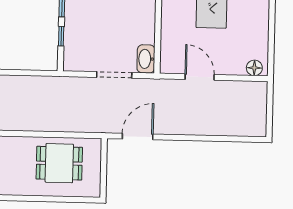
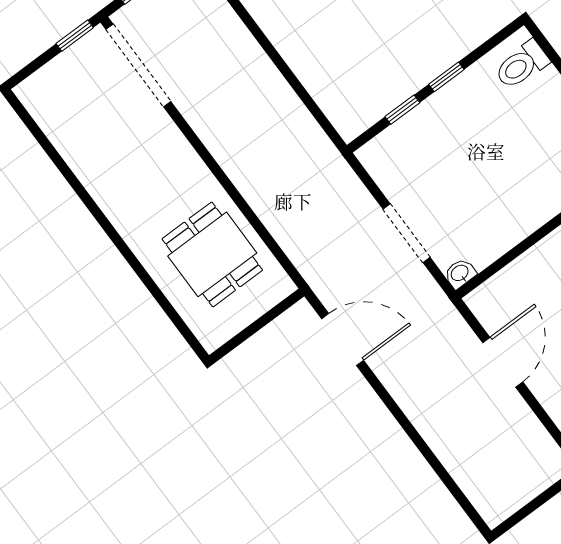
washbasin: (146, 59) -> (460, 273), width x0.52, depth x0.69

